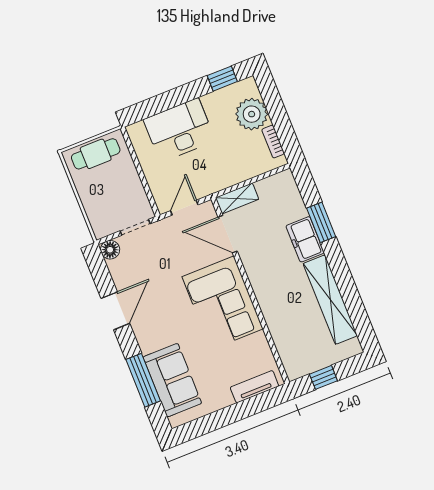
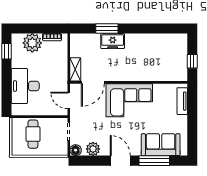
cafe table: (96, 154) -> (33, 134), moved
plant: (123, 276) -> (93, 149), added
shelving: (330, 300) -> (151, 41), removed
door: (115, 311) -> (120, 161), moved

